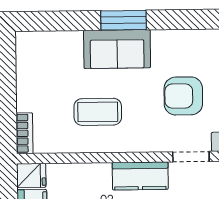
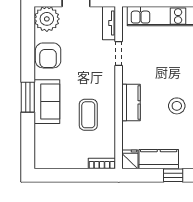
armchair: (183, 96) -> (48, 55), moved
kitchen counter: (140, 176) -> (131, 102), moved

